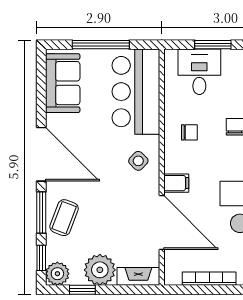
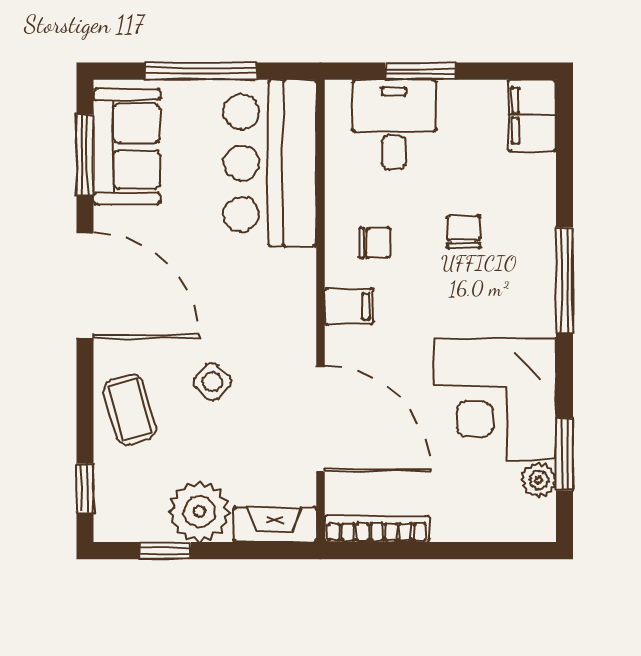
side table: (138, 161) -> (212, 382), moved
filing cabinet: (176, 183) -> (349, 306), moved
window: (41, 213) -> (85, 155), moved
coffee table: (64, 218) -> (129, 410), turned -37
plant: (57, 274) -> (116, 519), removed
bookcase: (209, 279) -> (377, 529), moved

